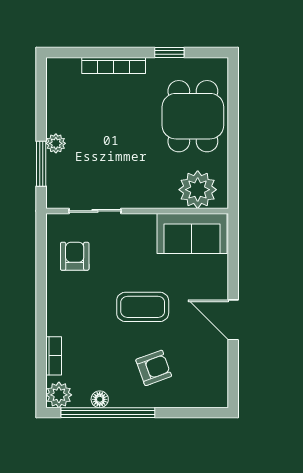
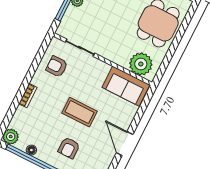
armchair: (75, 256) -> (57, 66), turned -90
bookcase: (54, 356) -> (28, 96), moved
armchair: (154, 368) -> (69, 148), turned 110

